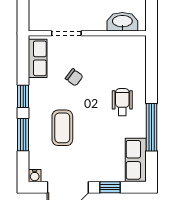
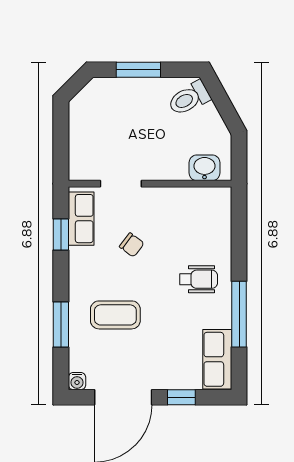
washbasin: (122, 22) -> (205, 168), width x0.72
window: (23, 96) -> (61, 235), moved
wheelchair: (122, 102) -> (199, 279), turned 90
coffee table: (62, 128) -> (115, 315), turned 90

